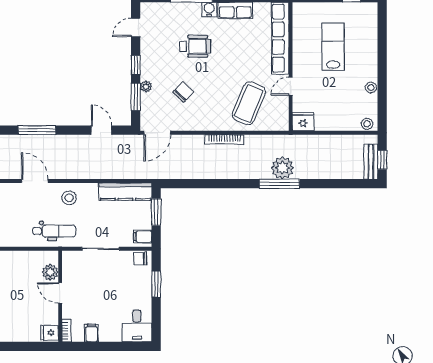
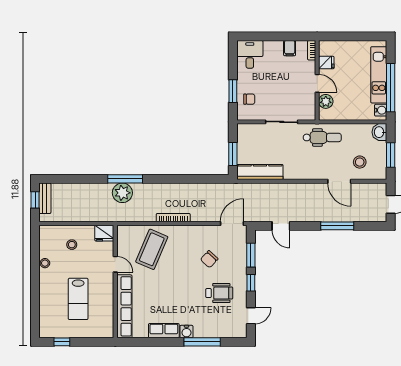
wheelchair: (195, 46) -> (219, 293), moved, turned 180
door: (291, 86) -> (115, 264), hinge flipped
plant: (146, 87) -> (242, 264), removed
stool: (367, 124) -> (72, 245), moved
stool: (69, 198) -> (360, 162), moved
dental chair: (54, 231) -> (322, 137), turned 180
filing cabinet: (143, 237) -> (245, 133), removed
chair: (140, 258) -> (249, 99), moved
fridge: (50, 333) -> (326, 63), moved

